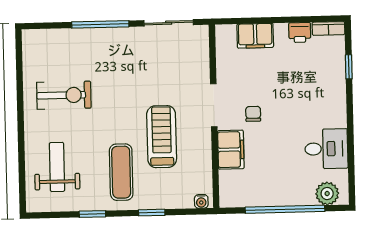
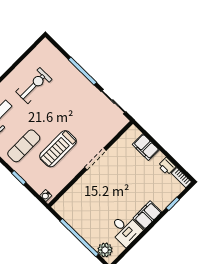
exercise bike: (64, 95) -> (34, 86), turned -90
chair: (253, 114) -> (109, 181), removed
treadmill: (162, 137) -> (58, 149), turned 180
filing cabinet: (231, 150) -> (147, 215), moved, turned 180

